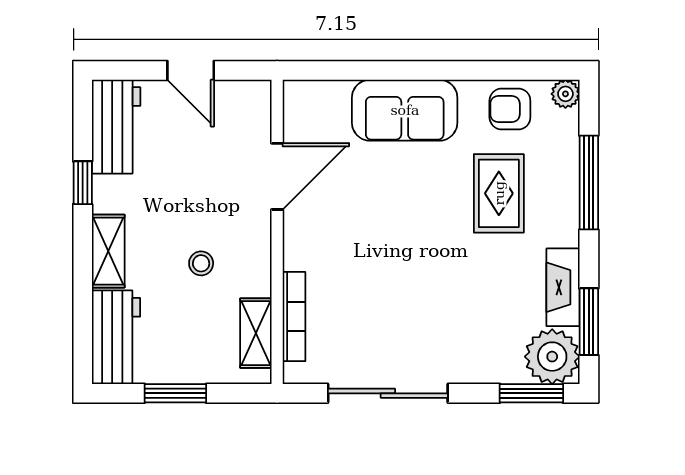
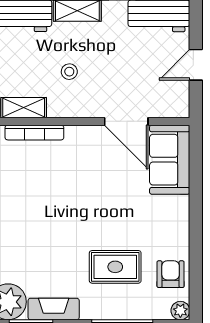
sofa: (405, 110) -> (170, 160), moved

